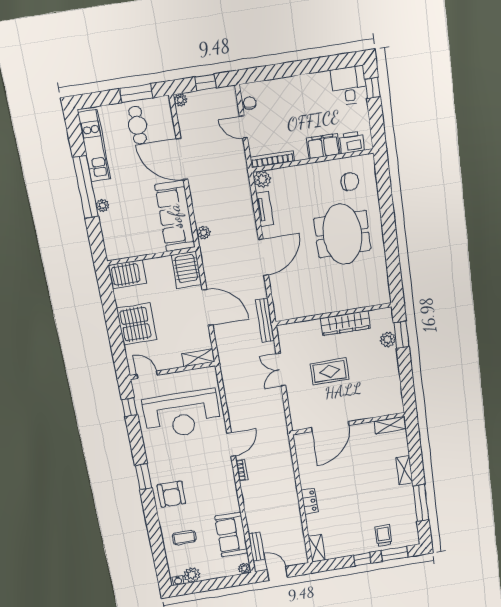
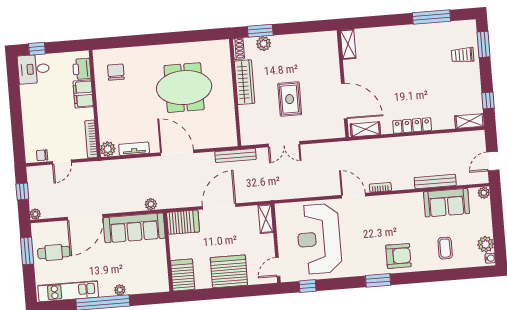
meeting table: (342, 234) -> (184, 88), moved
shoe rack: (381, 314) -> (238, 49), added
reception desk: (182, 414) -> (319, 239), turned 180
shelving: (404, 470) -> (365, 129), moved
locker: (310, 501) -> (412, 126), width x1.53
bench: (256, 547) -> (435, 182), moved, width x1.36
window: (362, 559) -> (488, 101), moved

